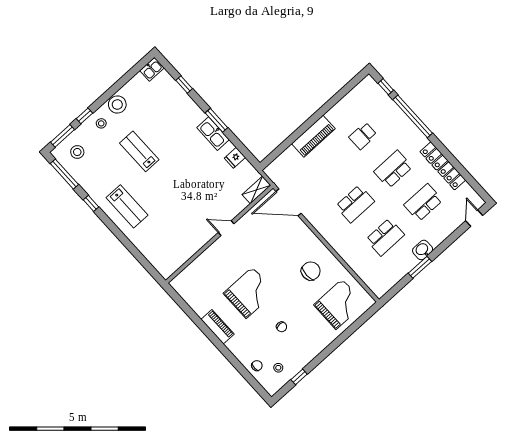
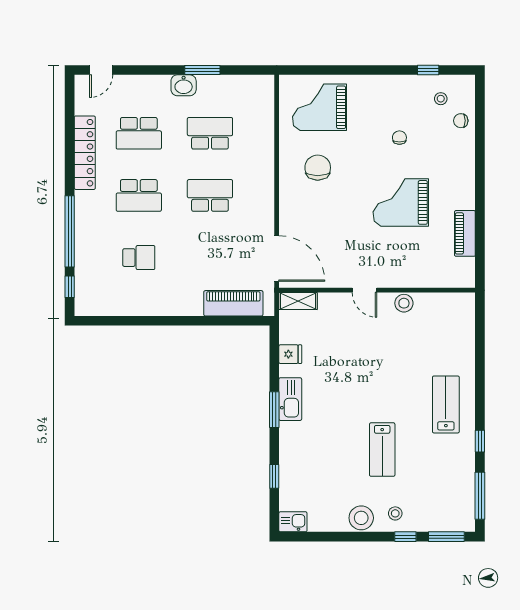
piano: (313, 136) -> (233, 303), moved
stool: (77, 152) -> (404, 303), moved
chair: (311, 271) -> (318, 168), turned 90
piano: (218, 327) -> (465, 233), moved

